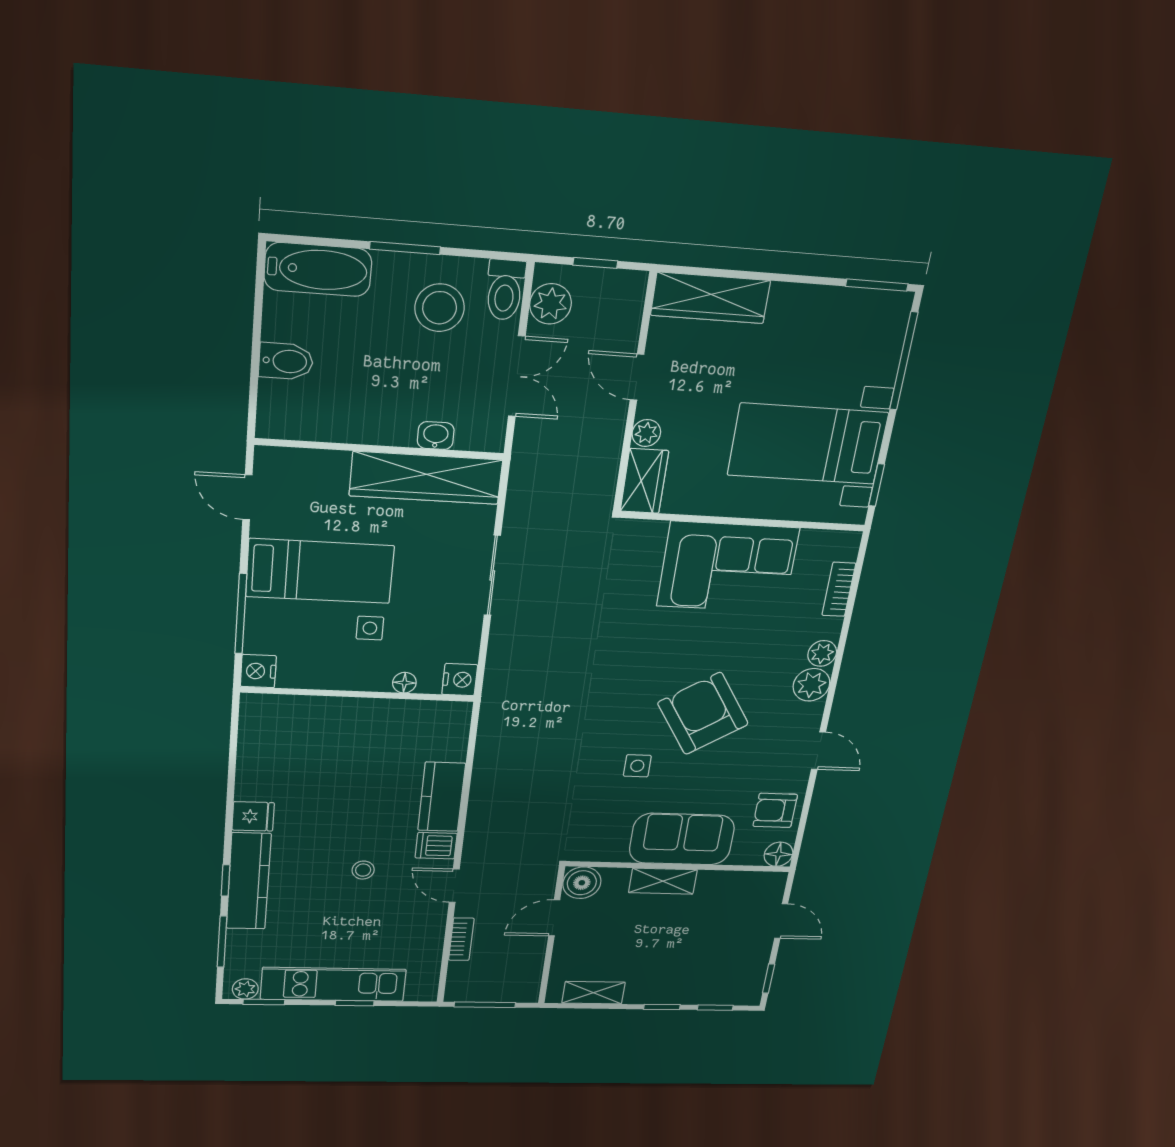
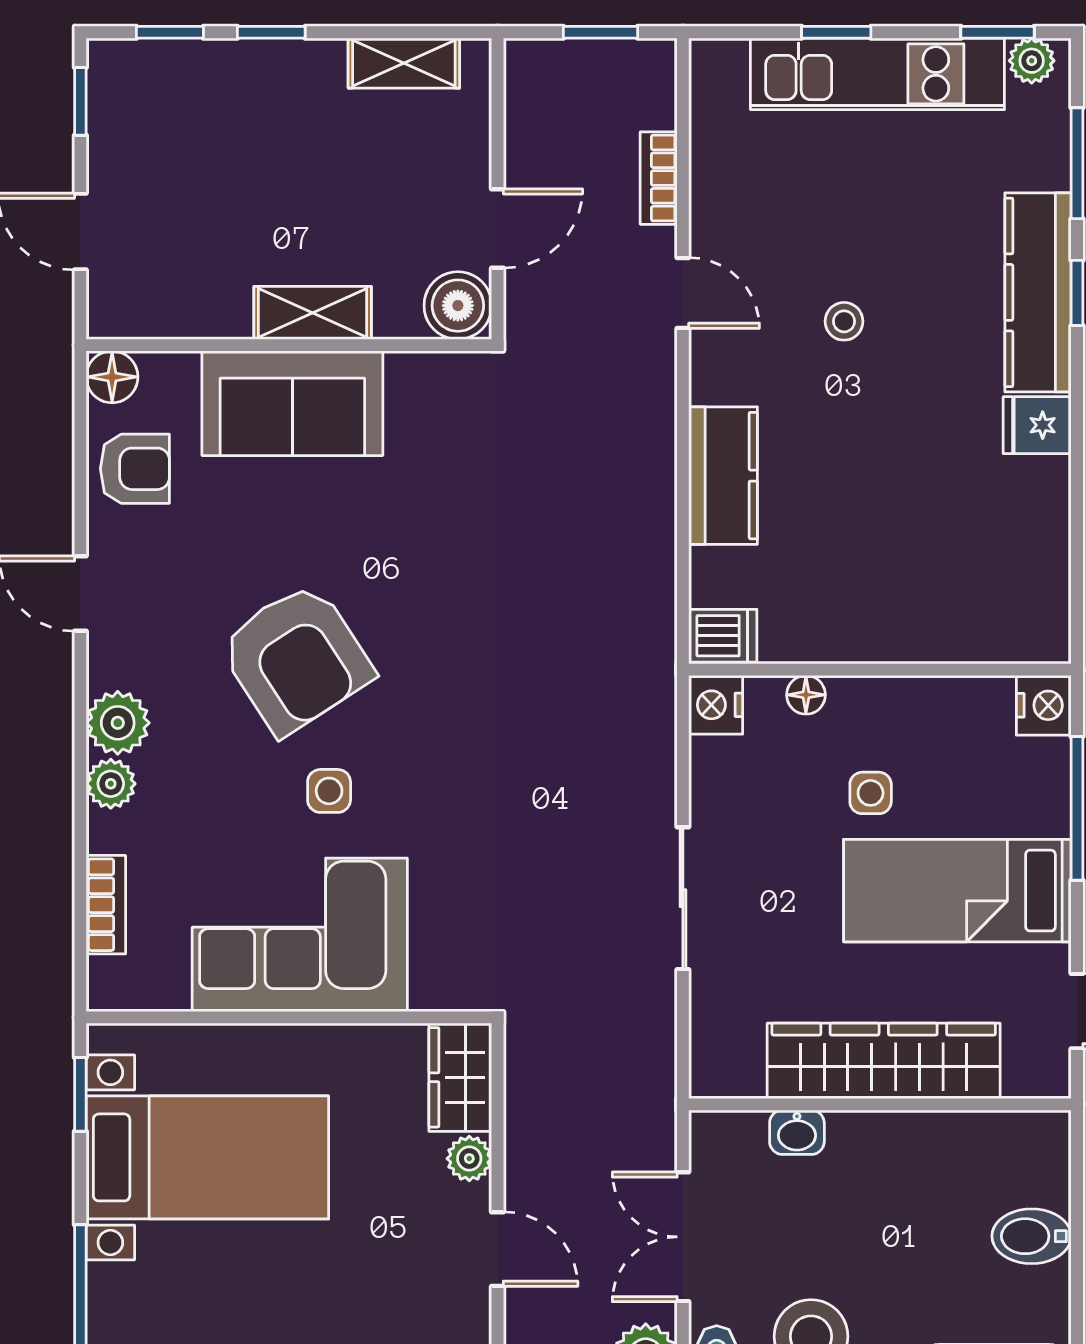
wardrobe: (426, 478) -> (884, 1061), moved
side table: (637, 766) -> (329, 791), moved
dishwasher: (436, 846) -> (723, 636), moved
window: (485, 1005) -> (601, 32), width x0.67

